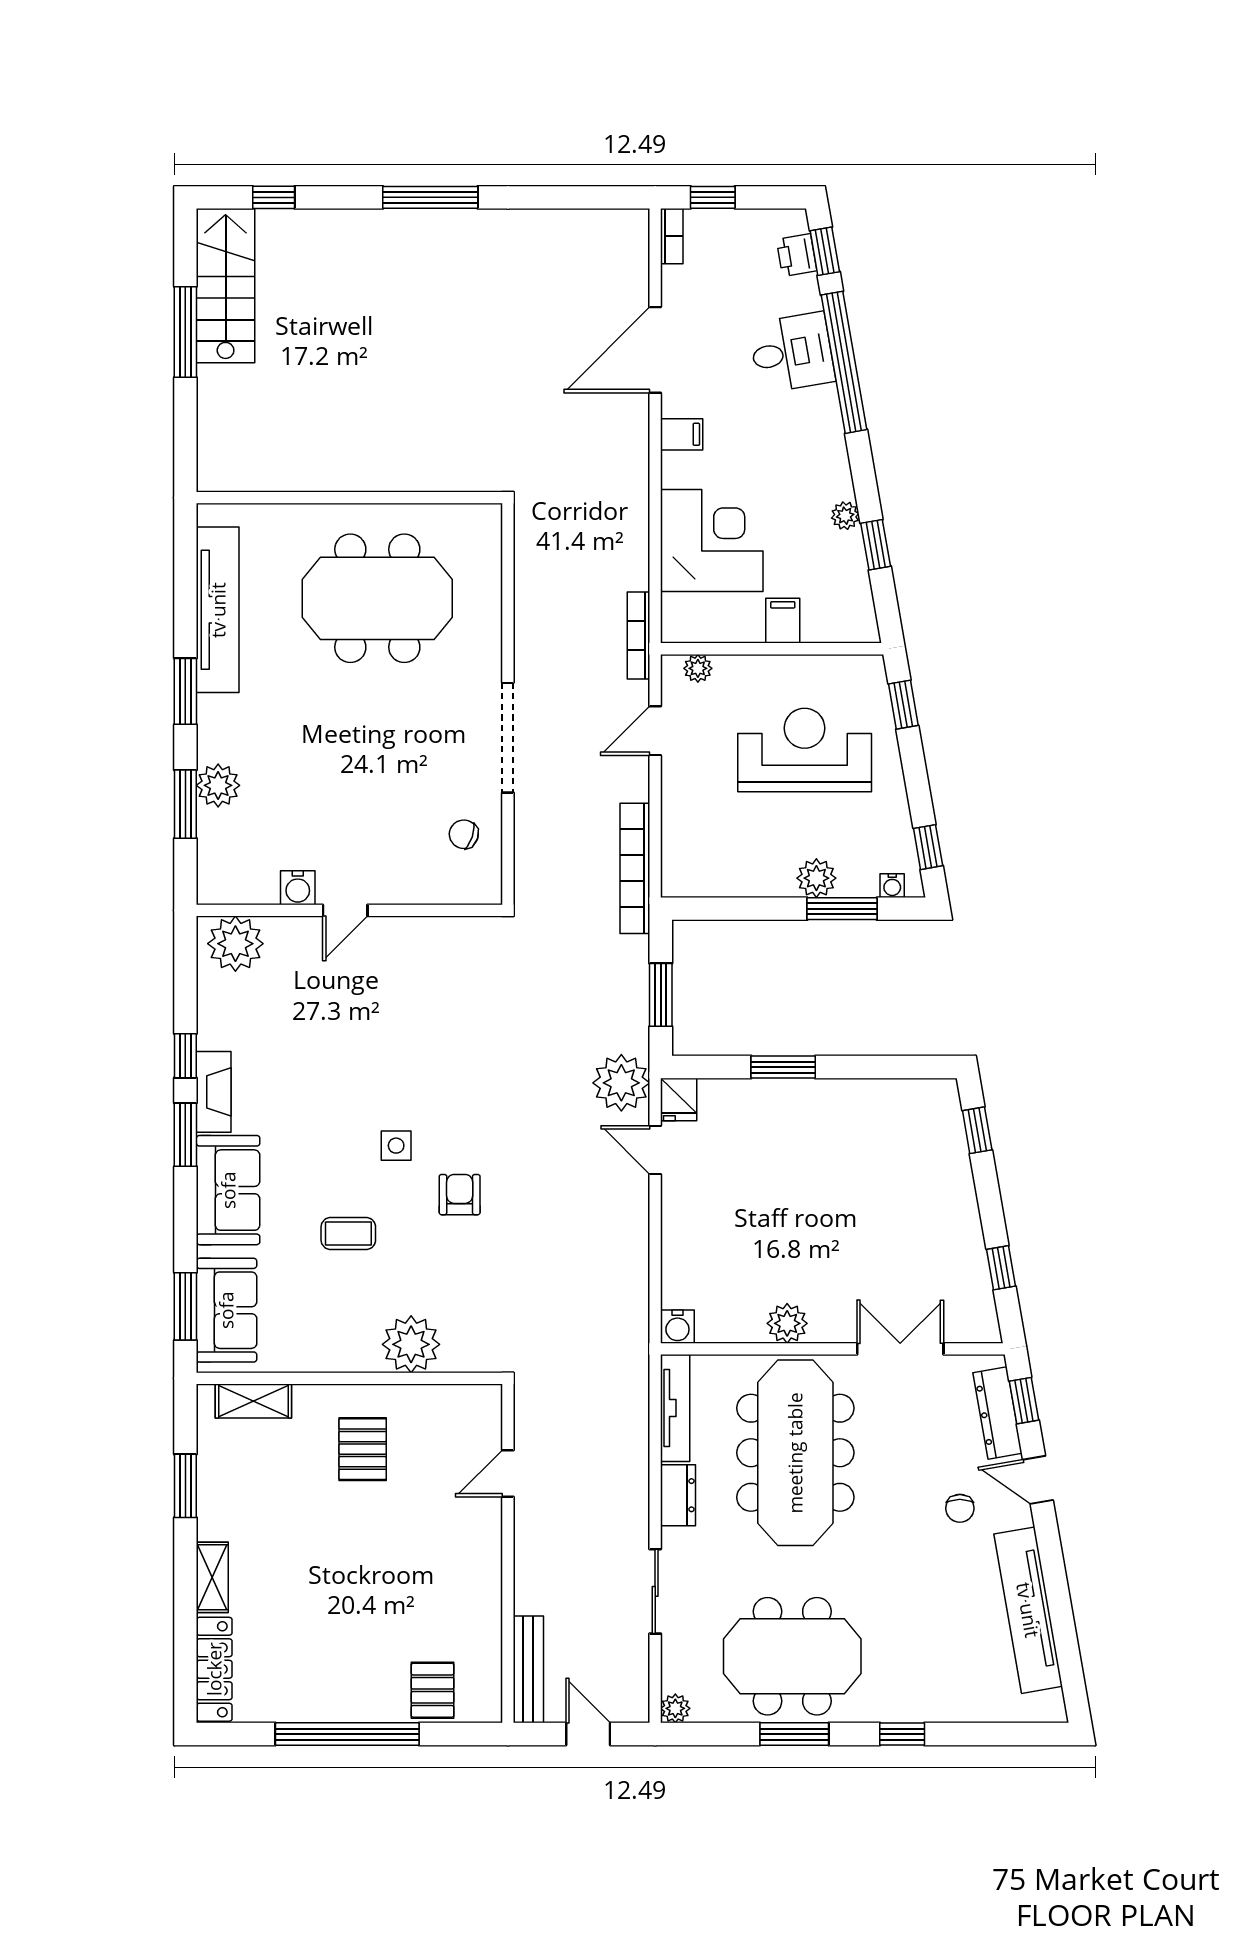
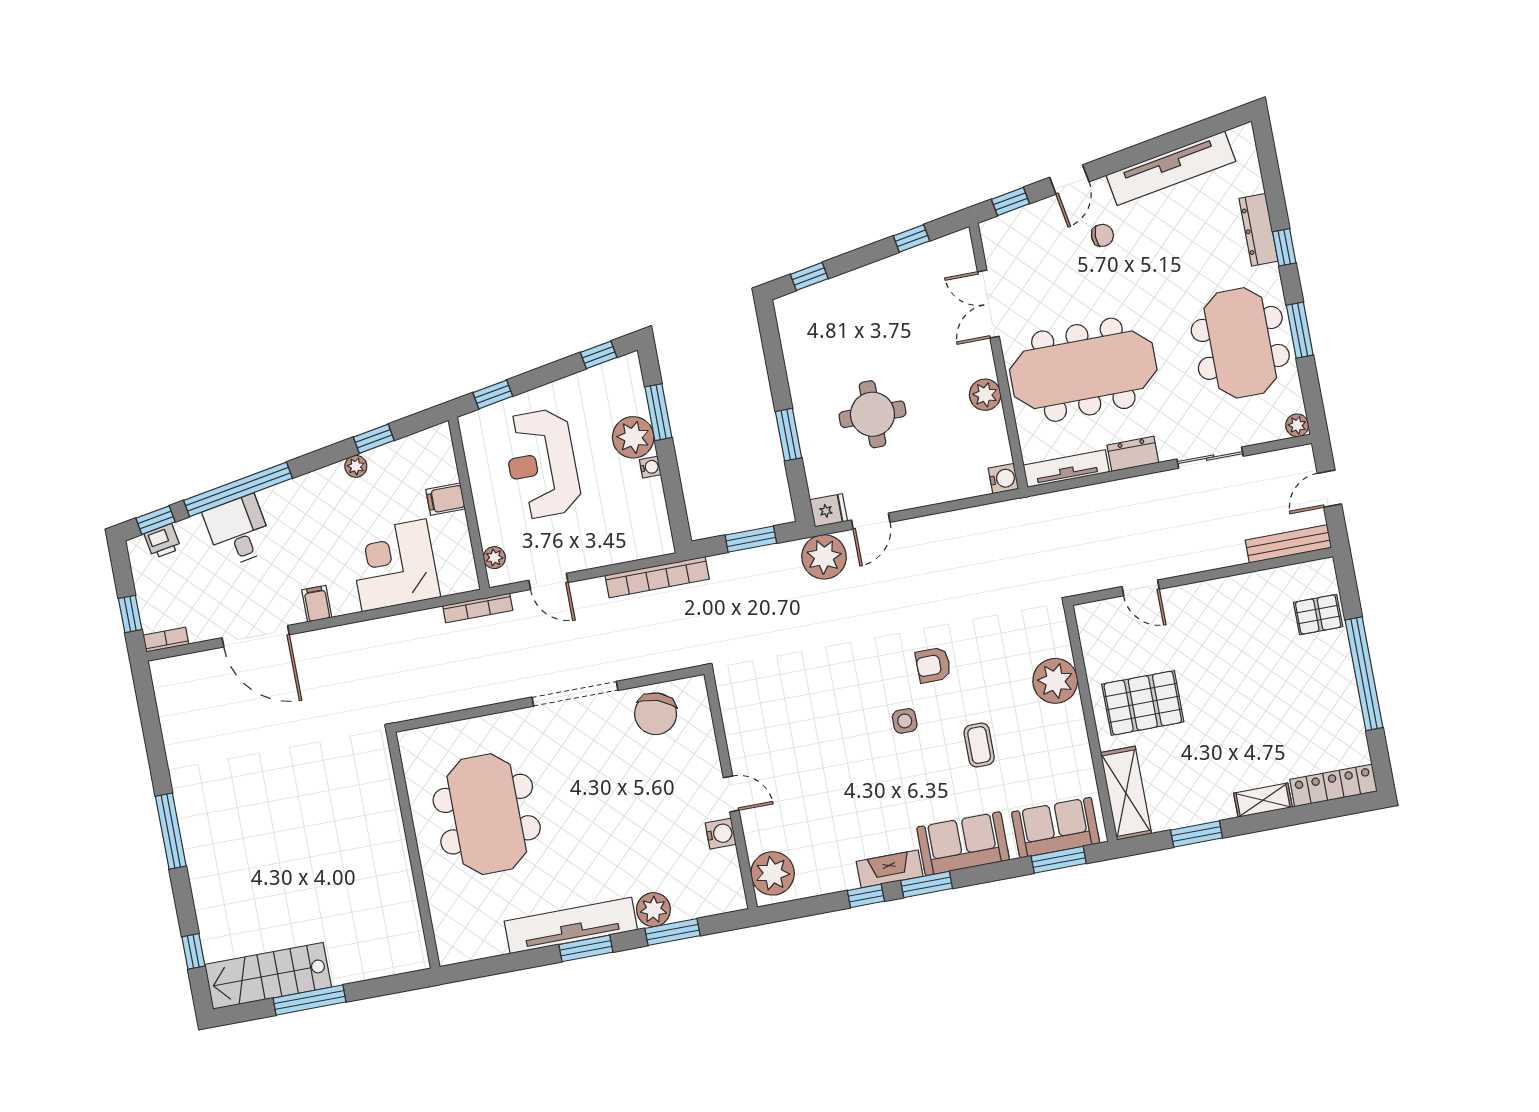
tv unit: (218, 610) -> (571, 925), moved
chair: (464, 834) -> (656, 714), width x1.87, depth x1.87
plant: (816, 878) -> (633, 437), width x1.36, depth x1.36
water cooler: (892, 886) -> (650, 467), moved
round table: (789, 1177) -> (872, 414), added
shelving: (253, 1401) -> (1126, 793), width x1.50, depth x1.33
dresser: (997, 1413) -> (1258, 230), moved, turned 100
pallet: (363, 1449) -> (1143, 703), width x1.50, depth x1.42

